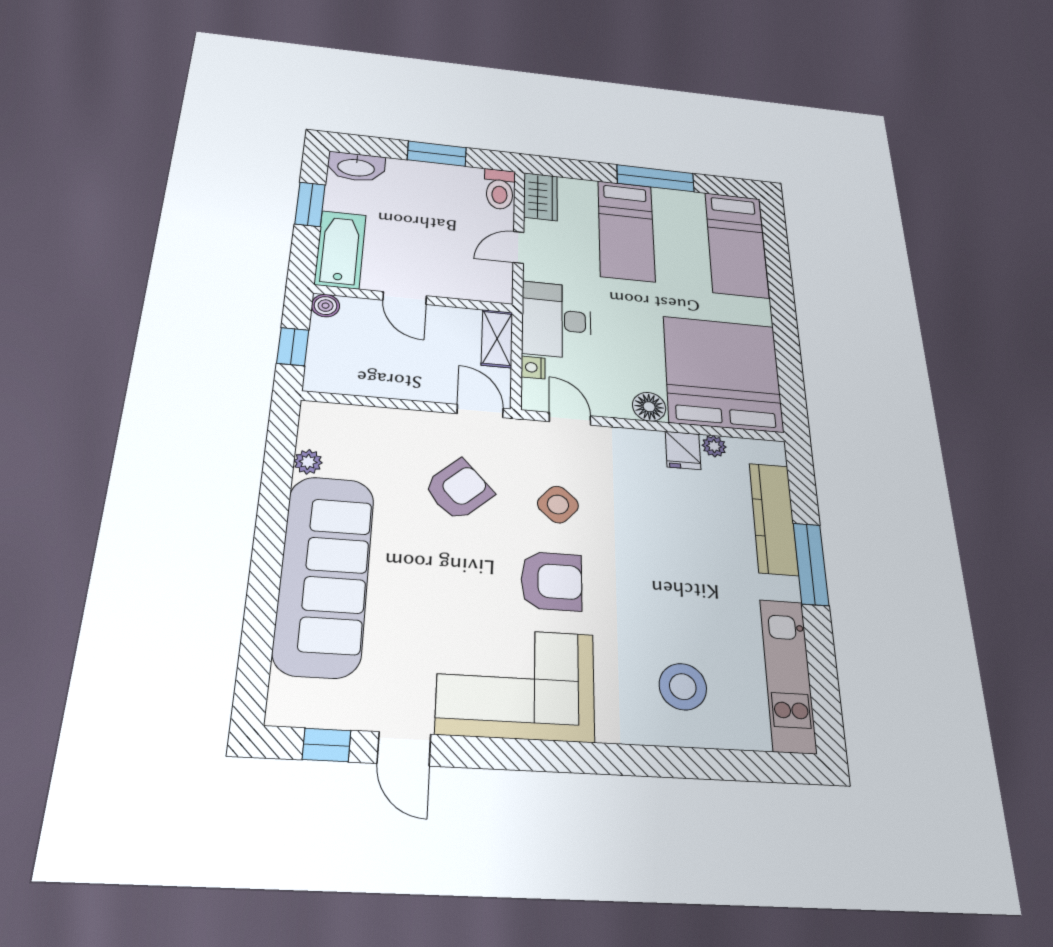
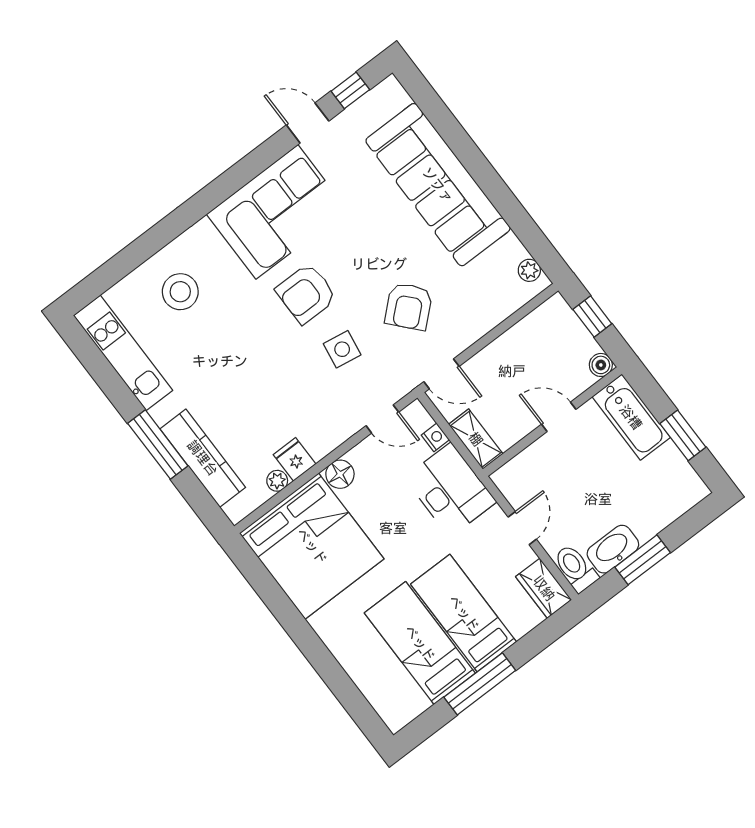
washbasin: (356, 167) -> (613, 549), moved
bed: (736, 245) -> (420, 643), moved
plant: (308, 462) -> (529, 270), moved
side table: (558, 505) -> (342, 349), turned -33

